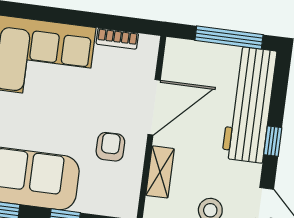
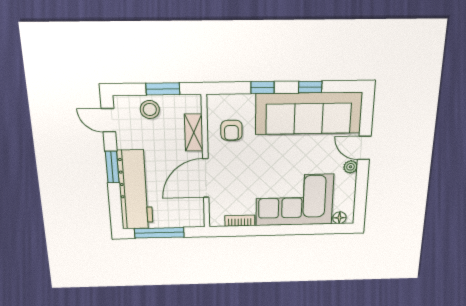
window: (273, 141) -> (112, 167), width x1.50
armchair: (110, 147) -> (231, 130), moved

